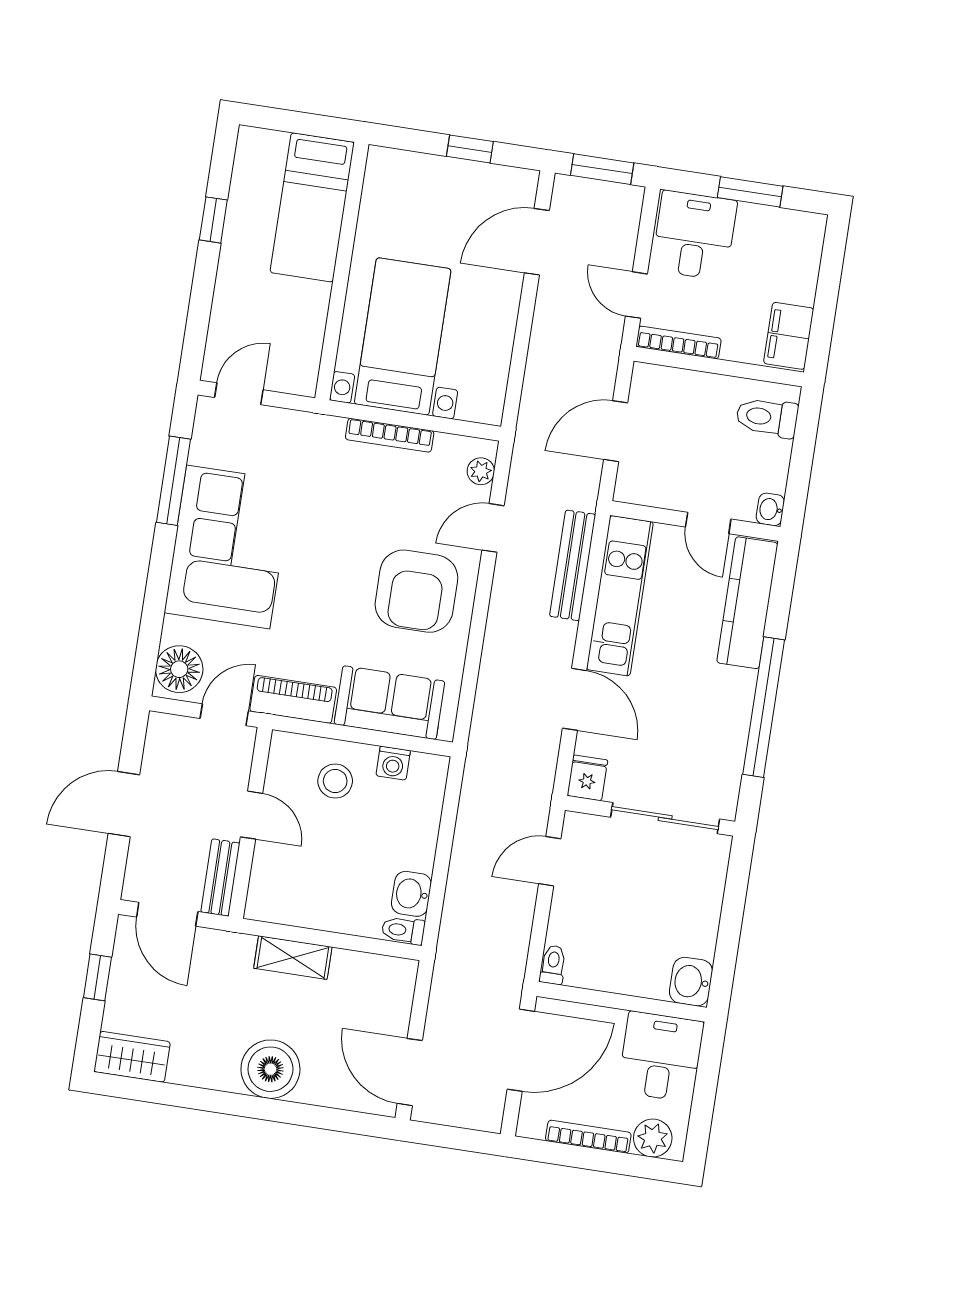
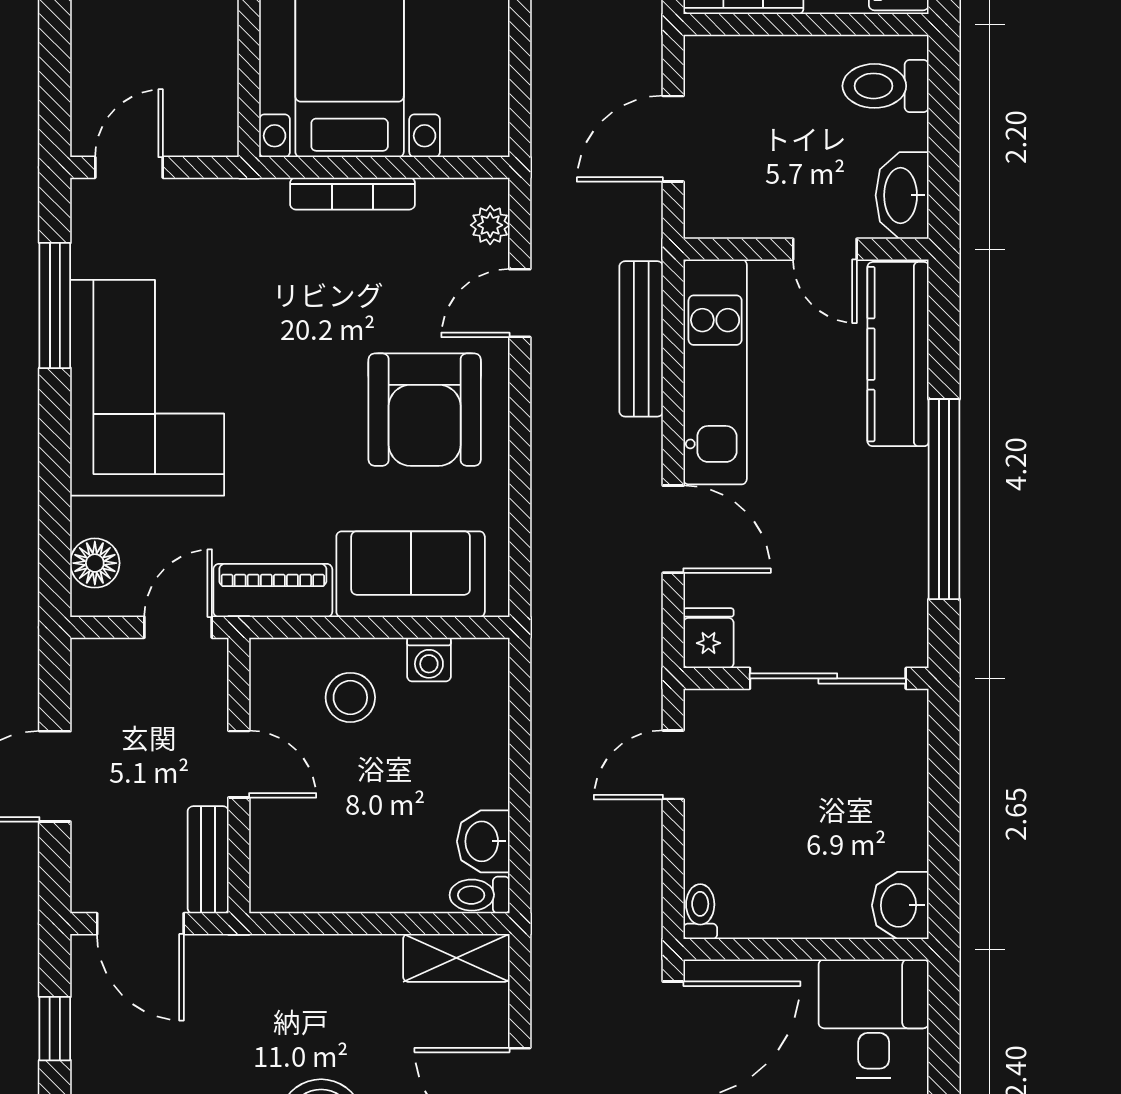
washbasin: (770, 509) -> (902, 195), width x1.91, depth x1.45
floor lamp: (179, 669) -> (95, 563), width x0.73, depth x0.73
shelving: (293, 958) -> (456, 958), moved

